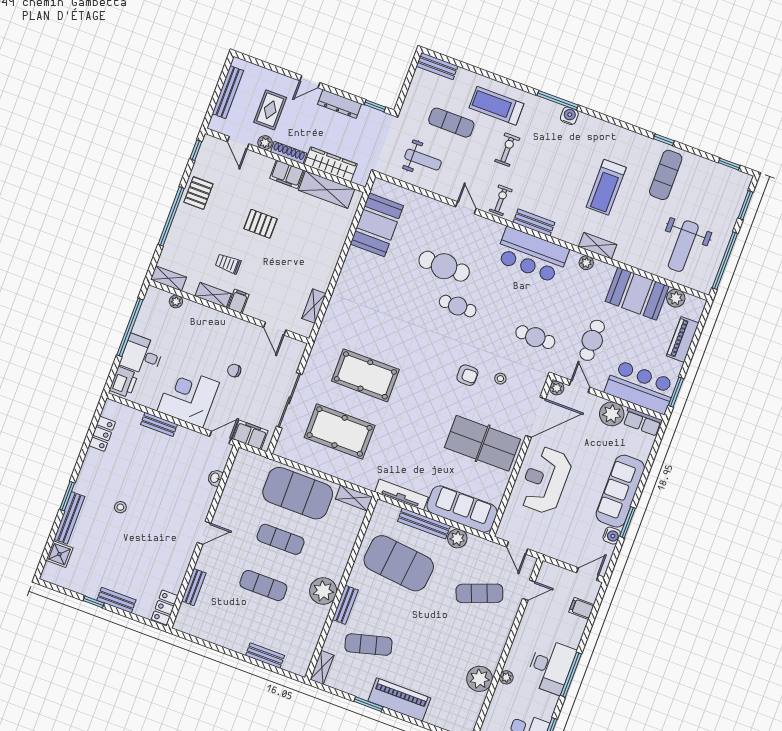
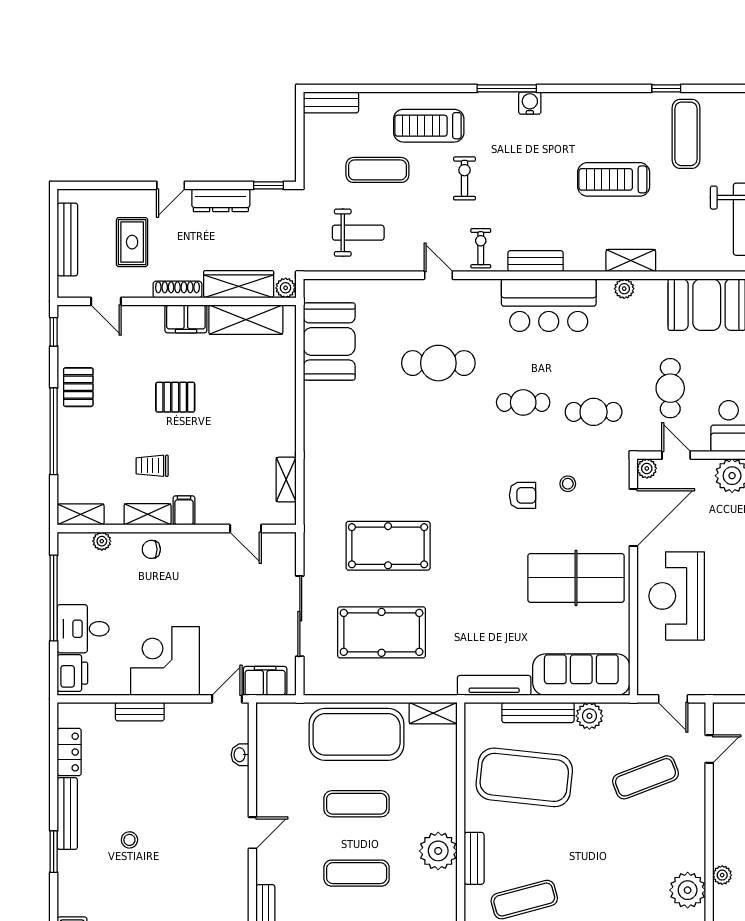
plant: (265, 143) -> (286, 288), moved
treadmill: (606, 187) -> (614, 179), turned 90
cafe table: (458, 306) -> (523, 402), moved
chair: (234, 371) -> (151, 549), moved
bench: (69, 518) -> (67, 814), moved

